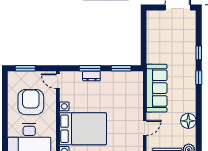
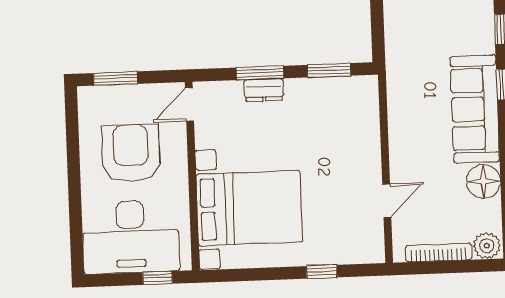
door: (58, 81) -> (189, 105), hinge flipped
sofa: (157, 88) -> (475, 109), moved, turned 180

